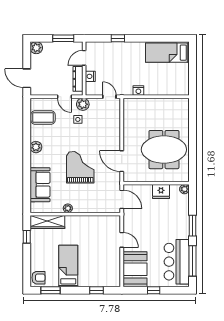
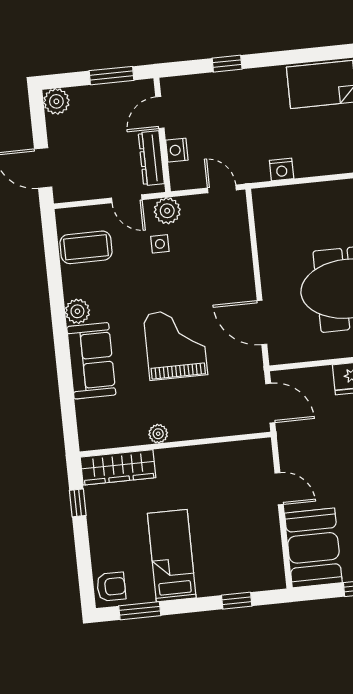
sofa: (40, 185) -> (91, 361), moved

